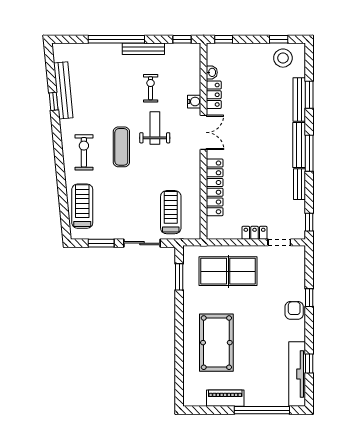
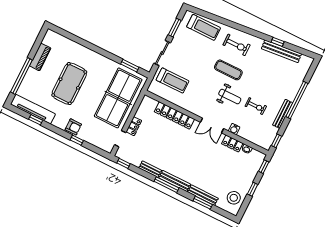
window: (279, 39) -> (253, 189), moved
table tennis table: (228, 271) -> (118, 98), width x1.36, depth x1.32
pool table: (216, 343) -> (69, 84), moved, turned 90

